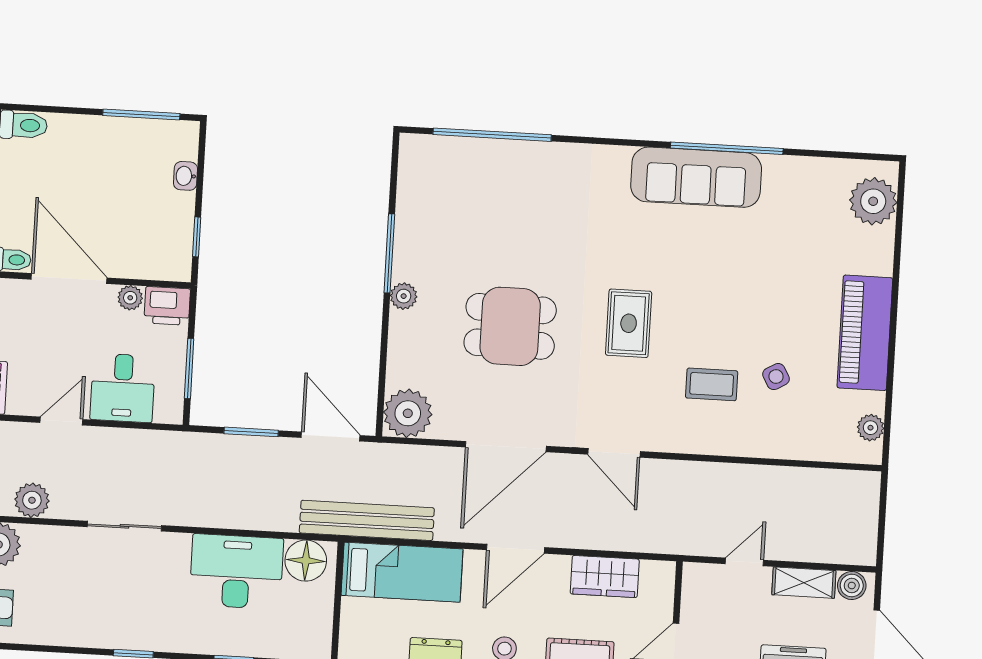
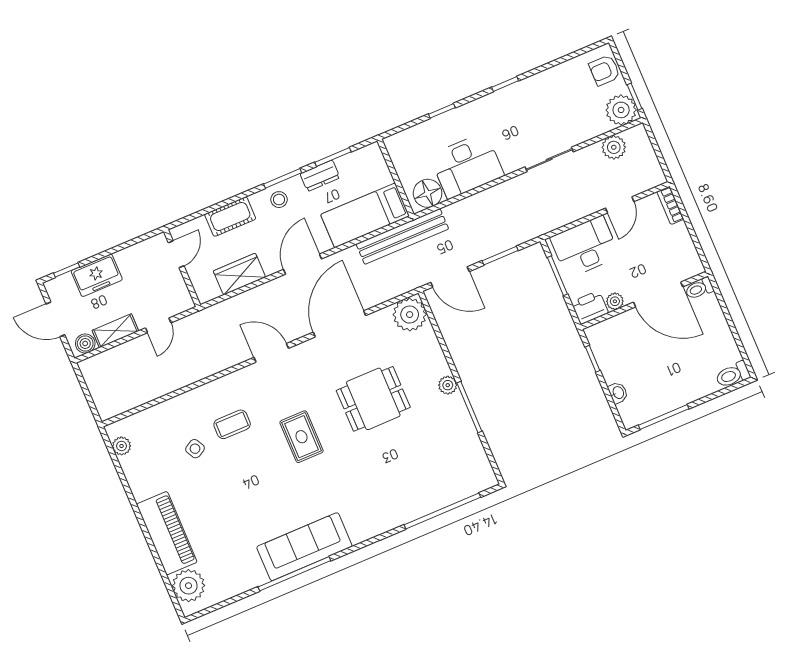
piano: (865, 333) -> (167, 533), moved
desk: (123, 388) -> (585, 247), width x1.37

